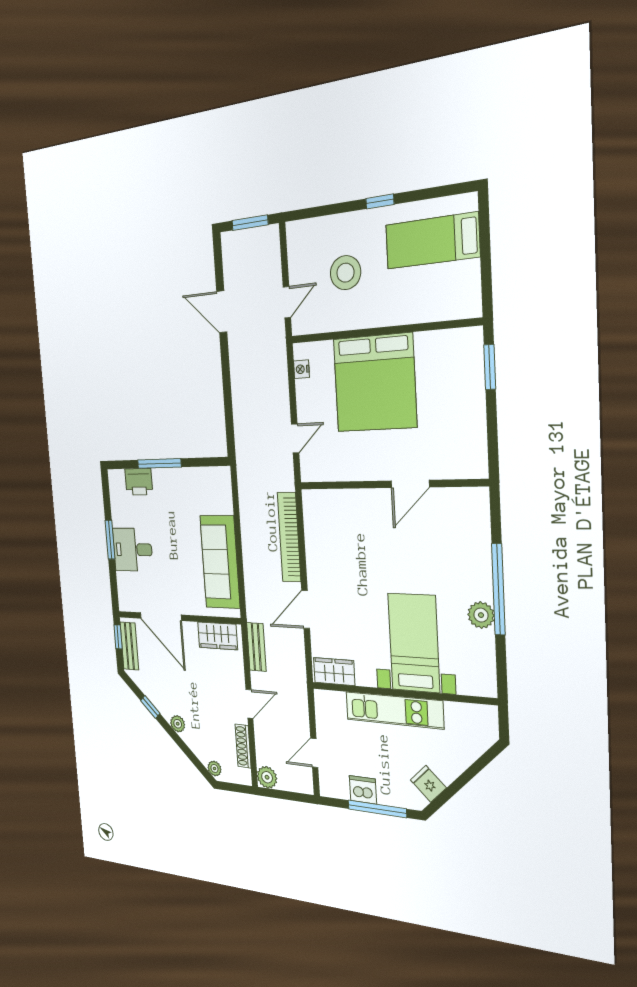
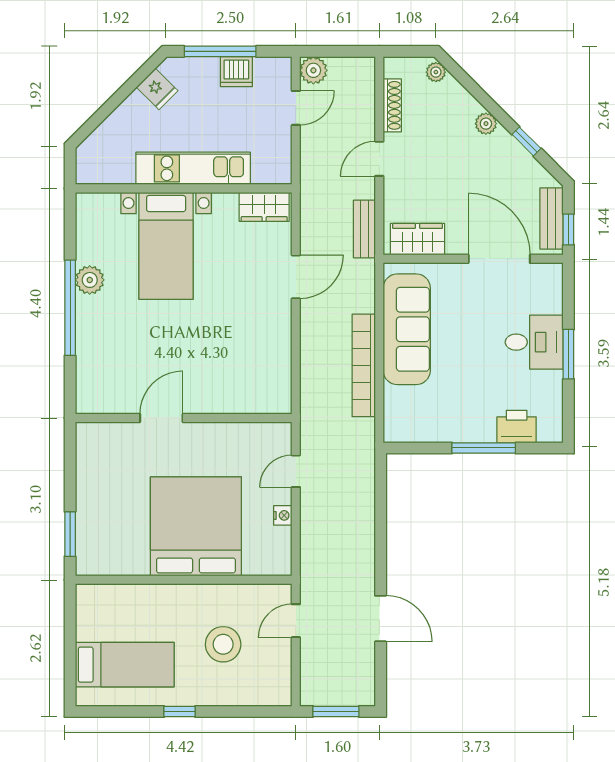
nightstand: (301, 369) -> (283, 515), moved
bookcase: (289, 537) -> (364, 365), moved, turned 180
plant: (267, 777) -> (313, 70), moved

